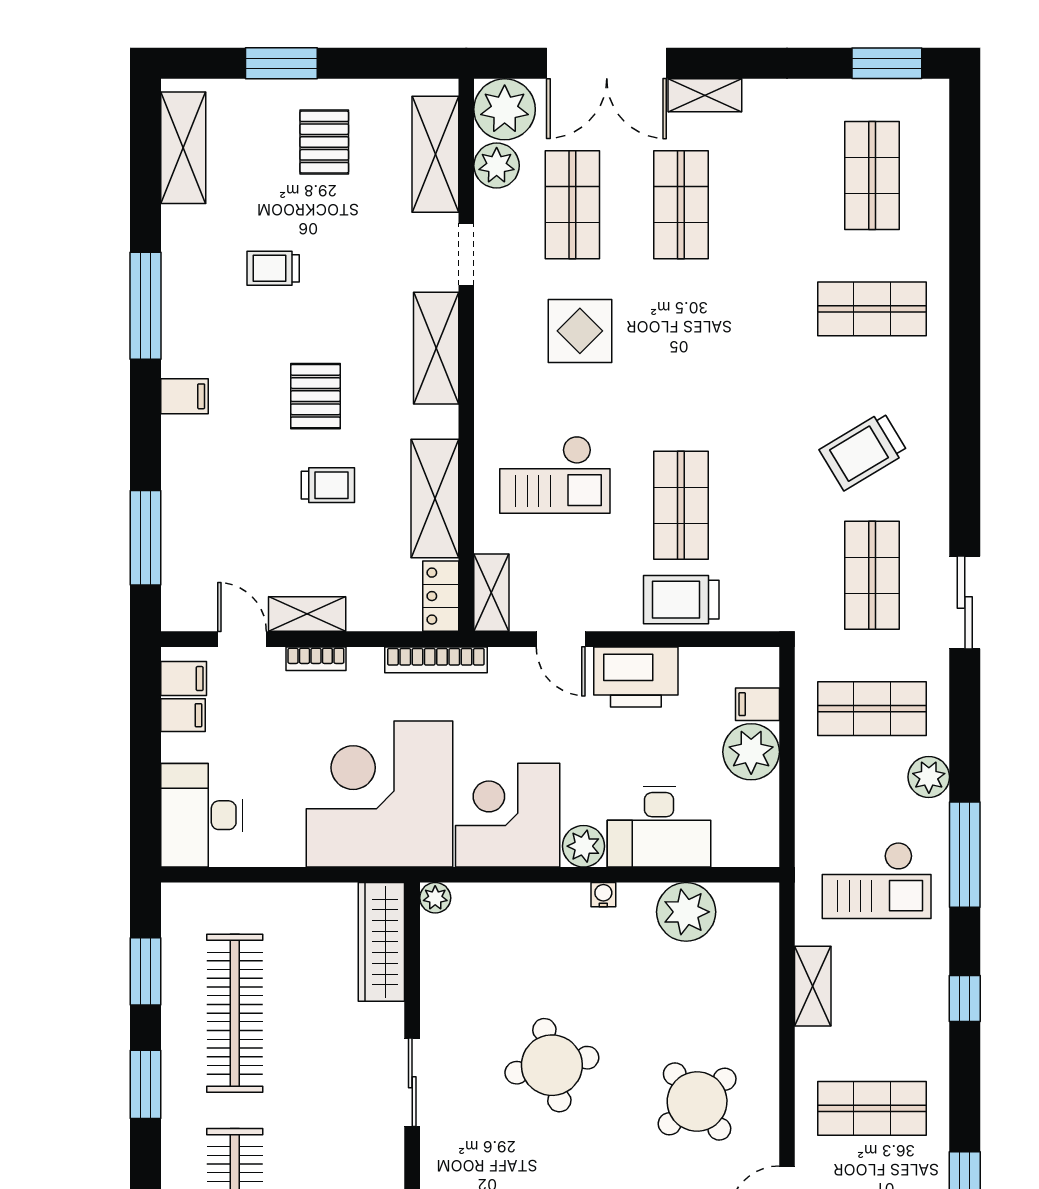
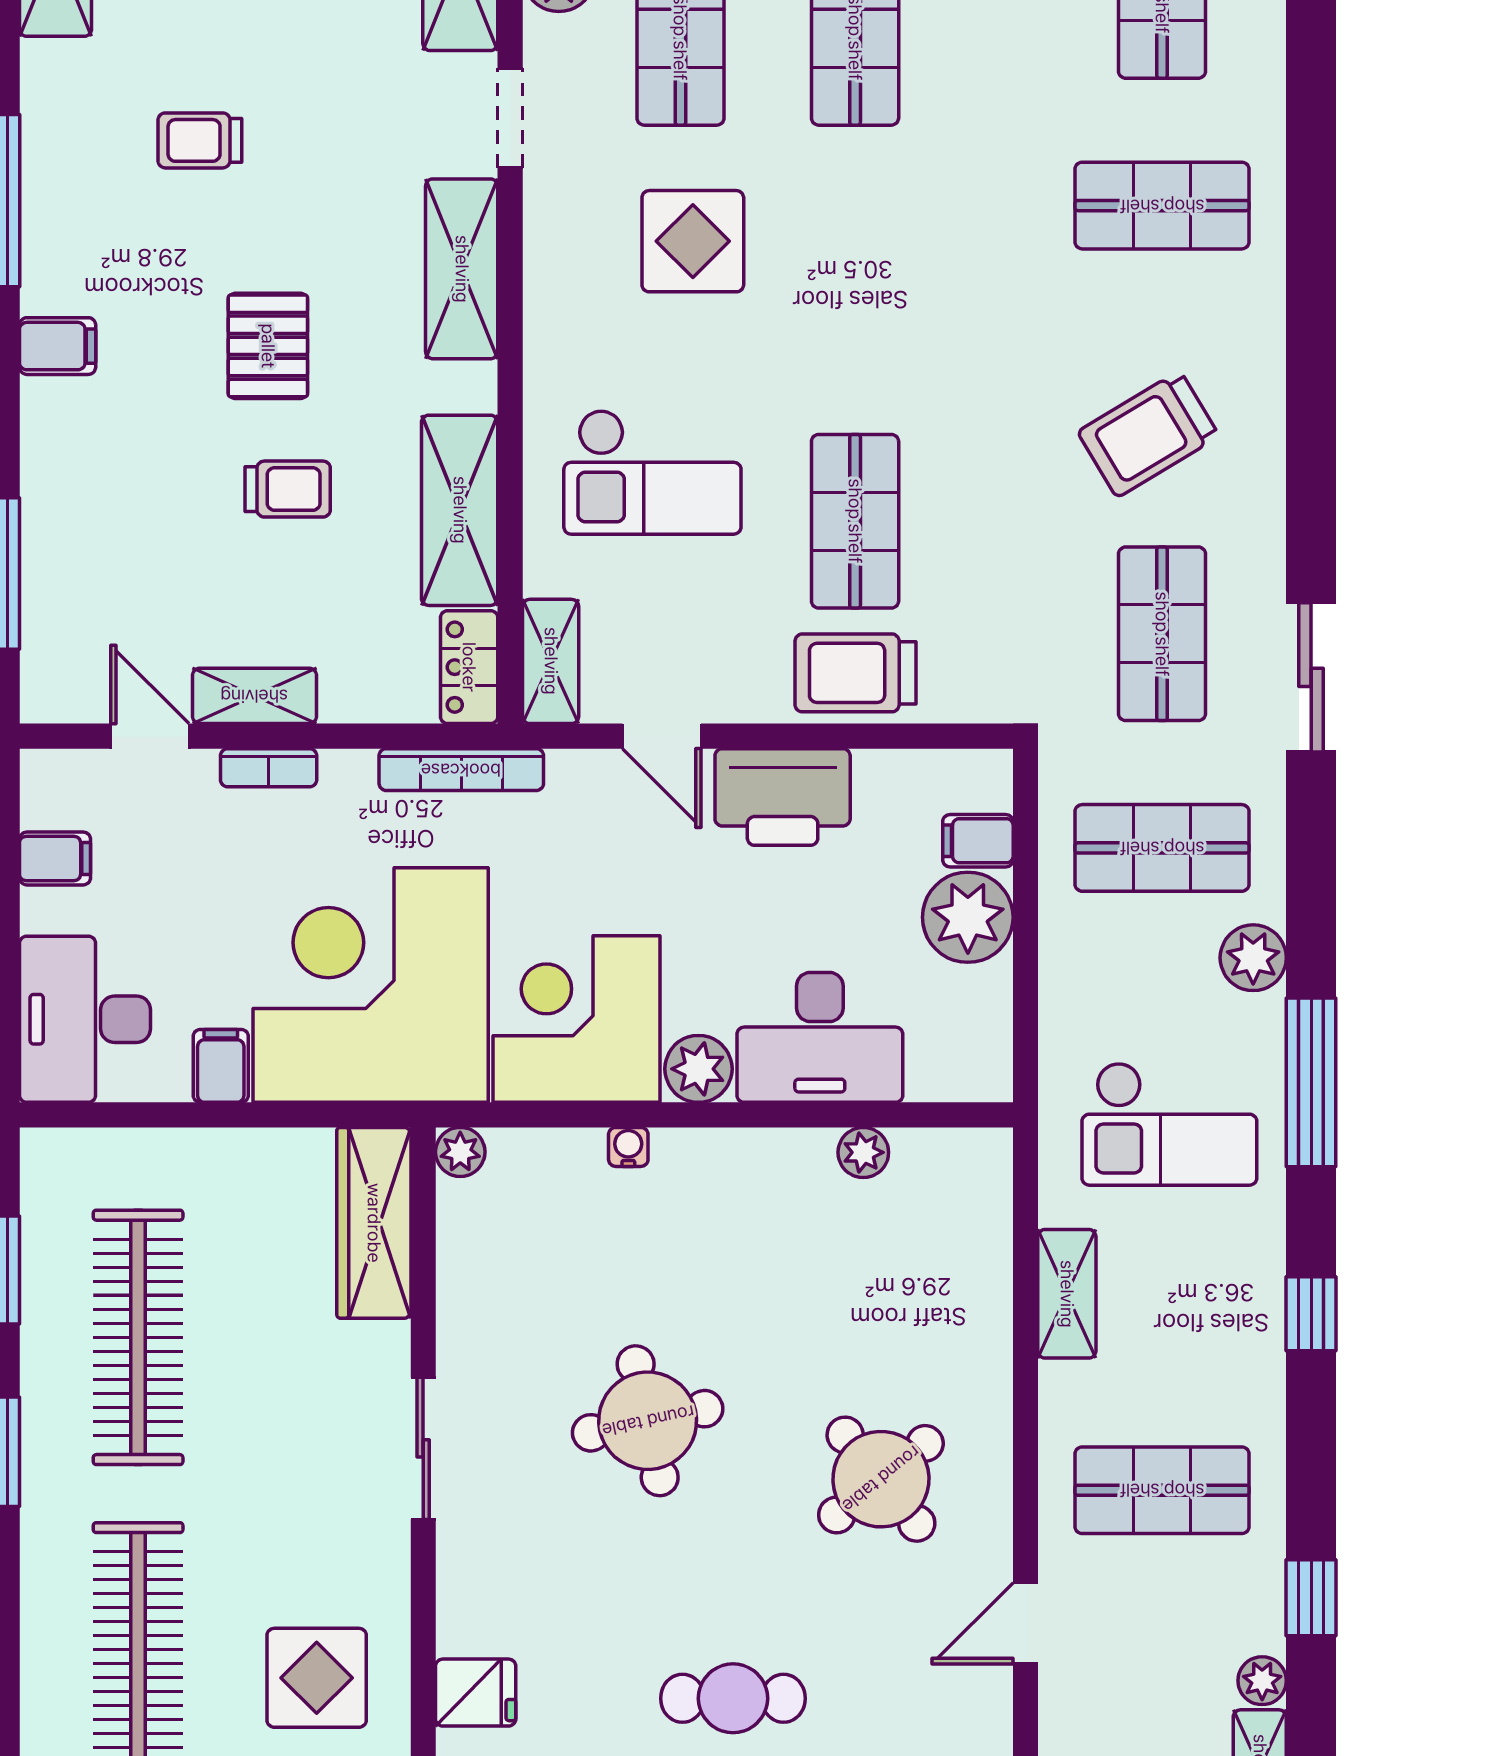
filing cabinet: (184, 679) -> (221, 1066), moved, turned -90
water cooler: (603, 895) -> (628, 1147), moved
plant: (686, 912) -> (863, 1152), width x0.53, depth x0.53

